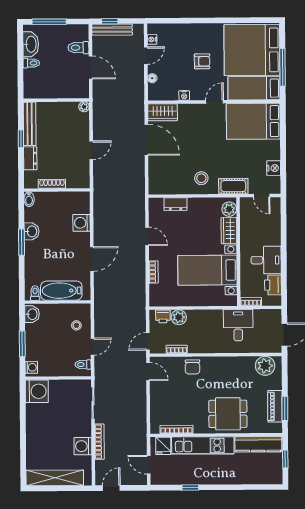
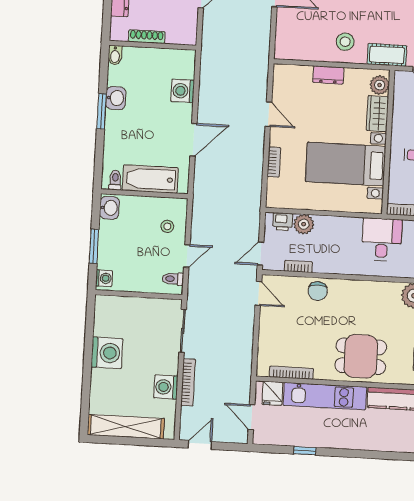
dresser: (176, 204) -> (328, 75), moved
washing machine: (37, 391) -> (107, 353), moved

